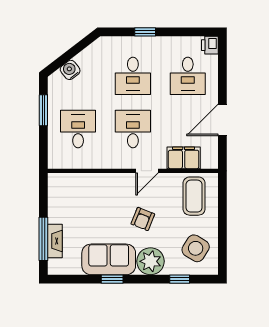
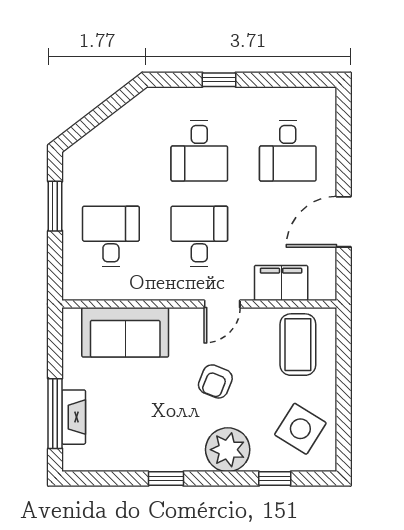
printer: (210, 45) -> (324, 101), removed
water cooler: (70, 70) -> (98, 141), removed
sofa: (109, 259) -> (125, 332), moved, turned 180

